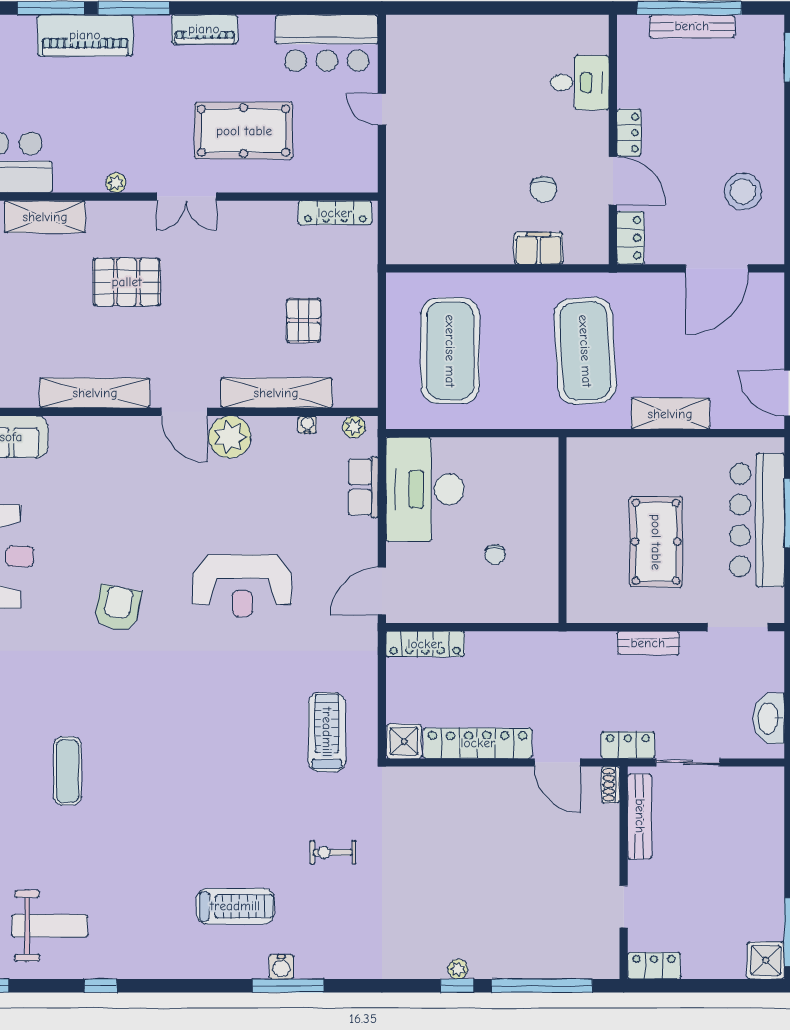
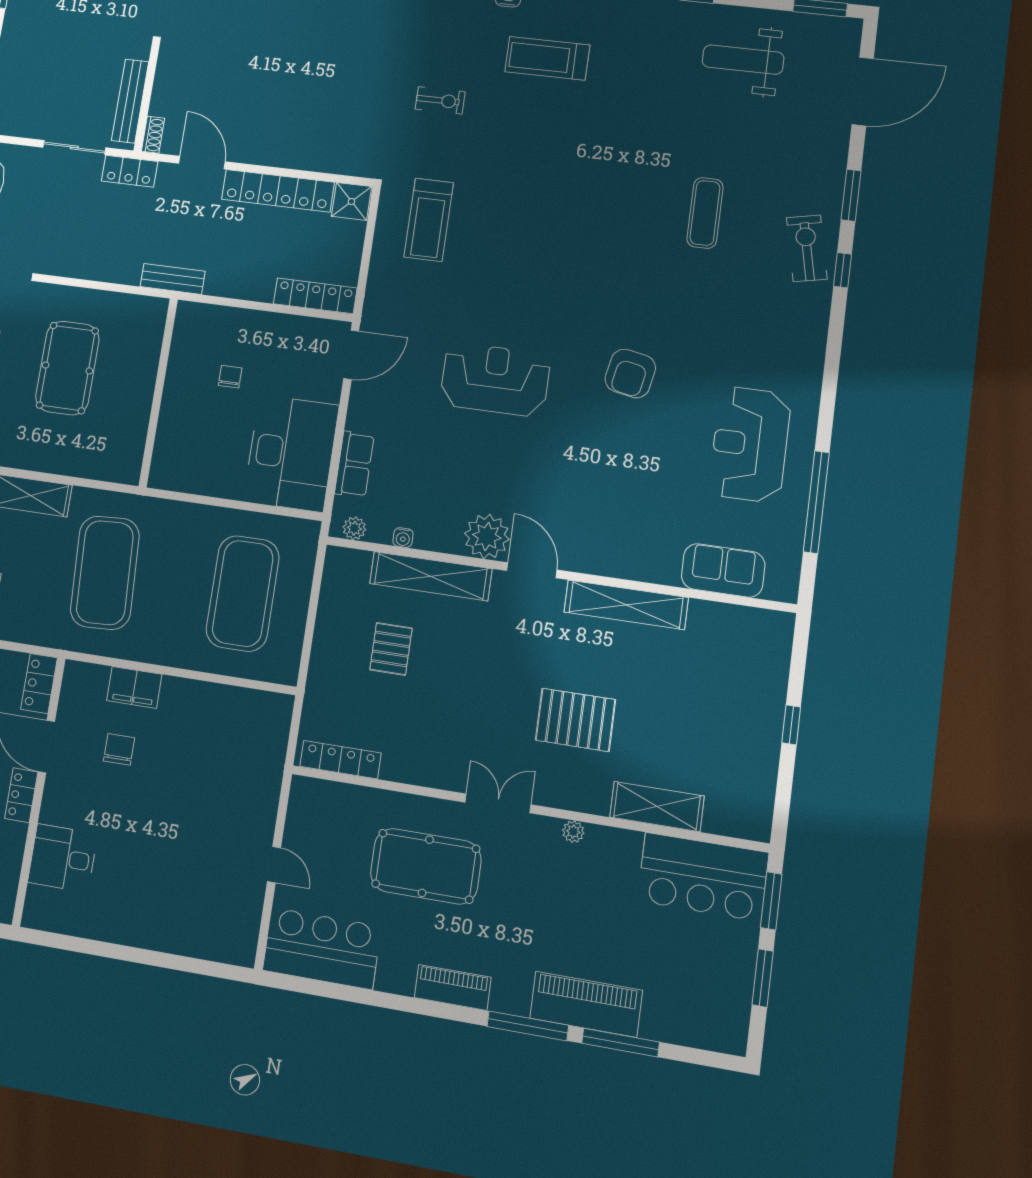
bench: (648, 643) -> (173, 279), moved

